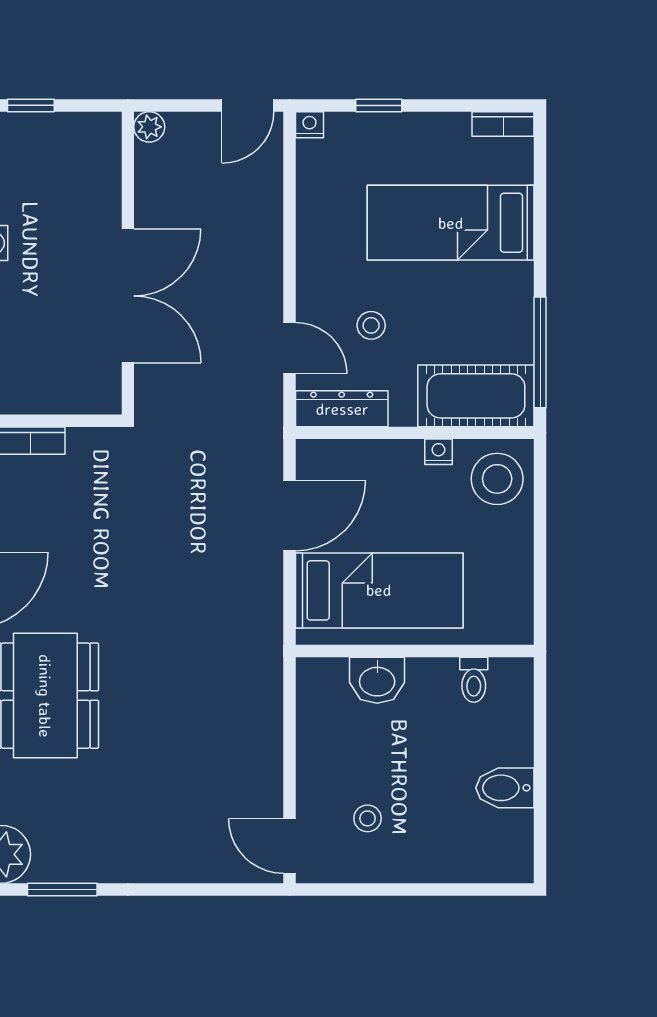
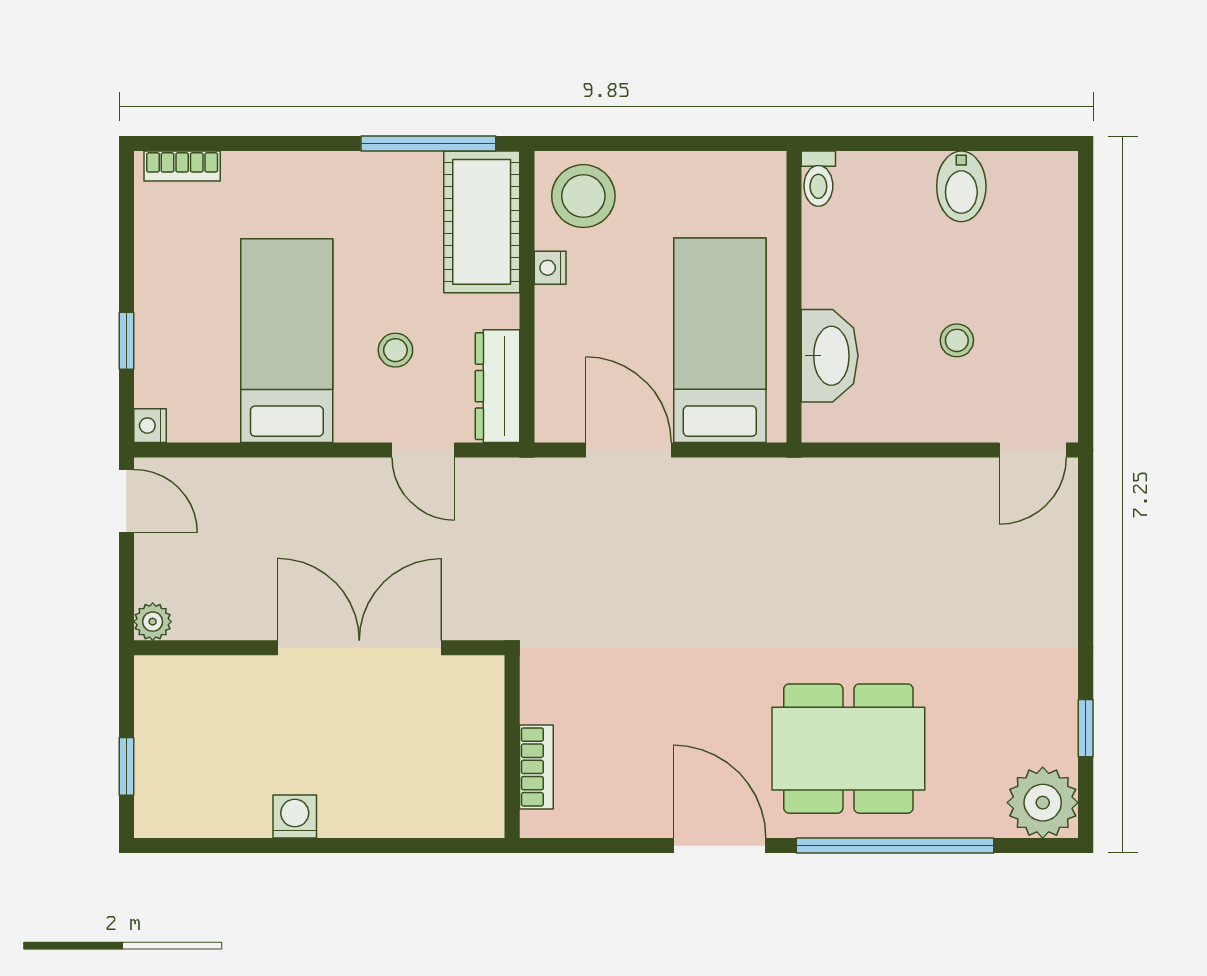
bookcase: (503, 124) -> (182, 166), moved, turned 90
bed: (451, 223) -> (287, 341), moved, turned 180
door: (290, 348) -> (423, 450), swing flipped
washbasin: (377, 680) -> (830, 356), width x1.38
toilet: (474, 680) -> (818, 179), moved, turned 90
stool: (368, 818) -> (957, 340), moved
window: (62, 889) -> (1086, 728), width x0.67

